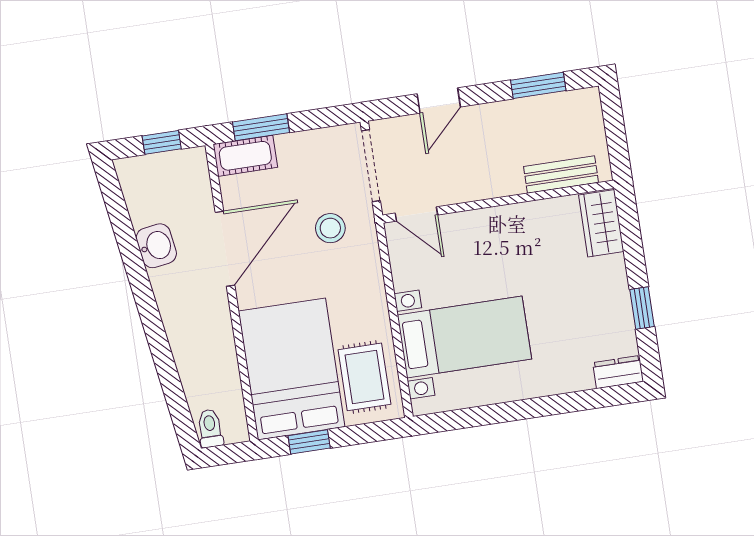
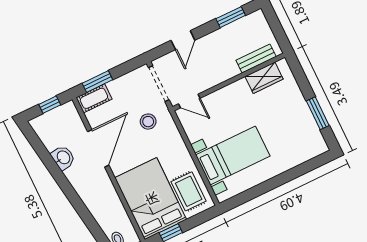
wardrobe: (601, 223) -> (264, 78), moved, turned -90
window: (642, 308) -> (318, 113), width x1.50
dresser: (618, 372) -> (316, 149), removed

